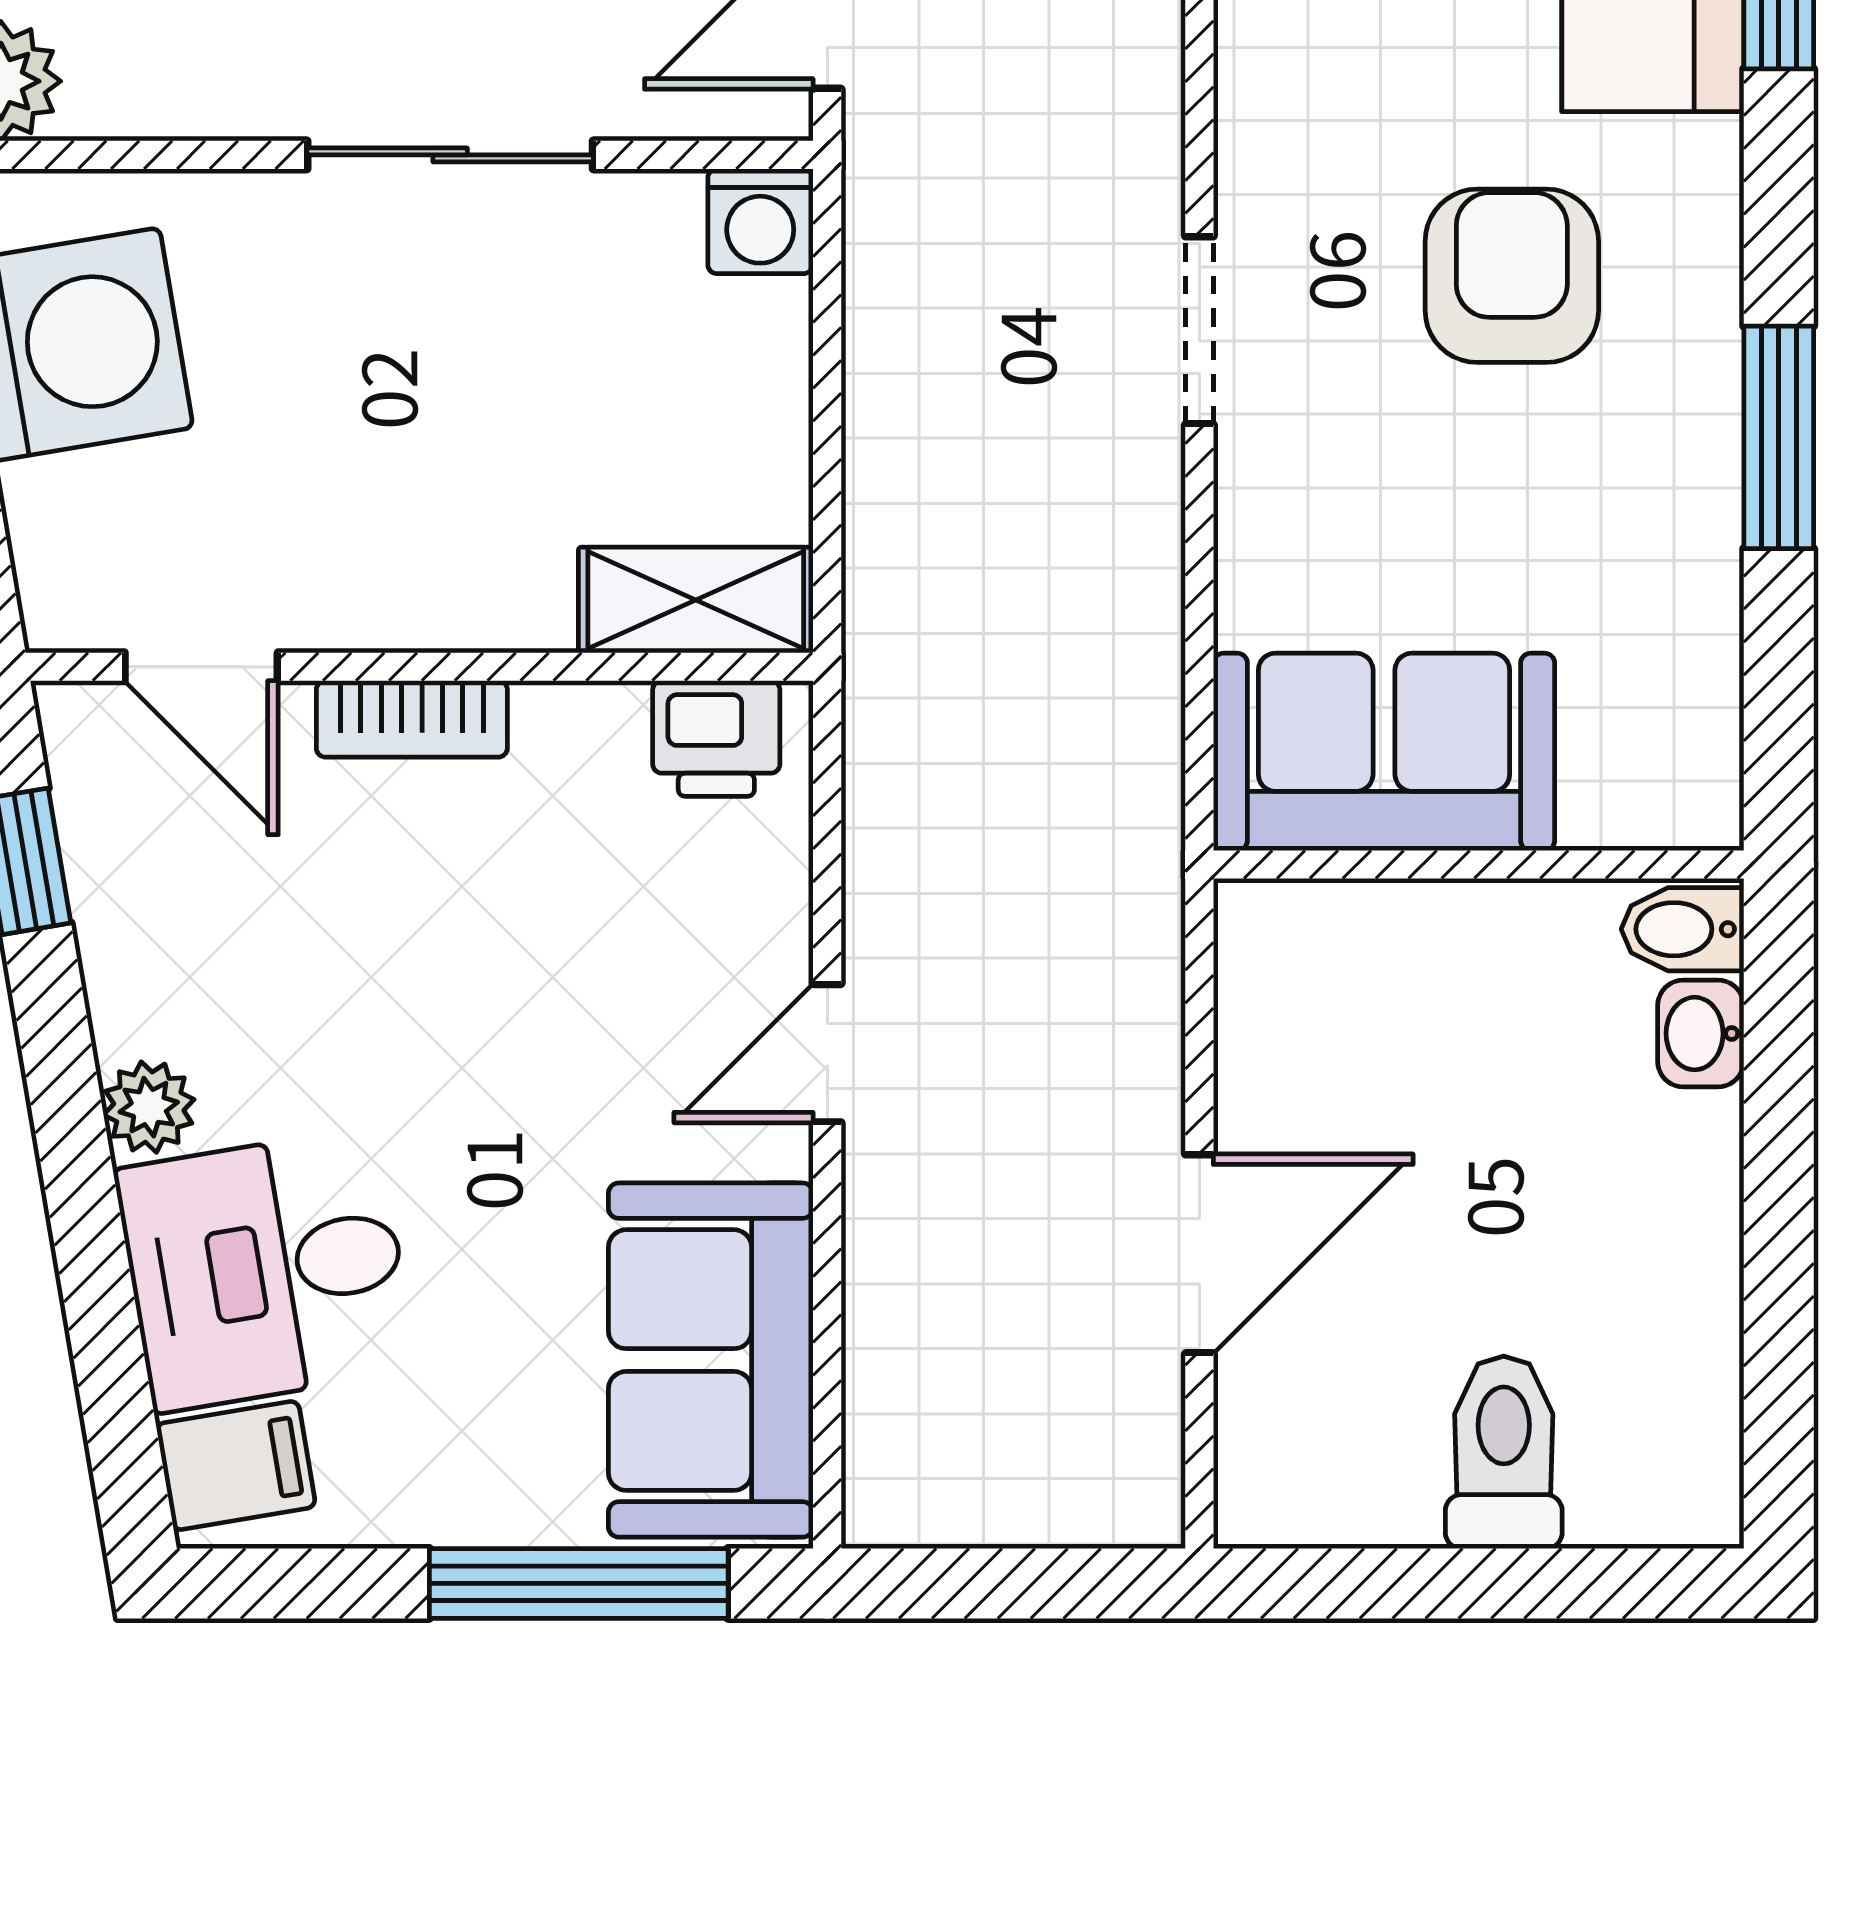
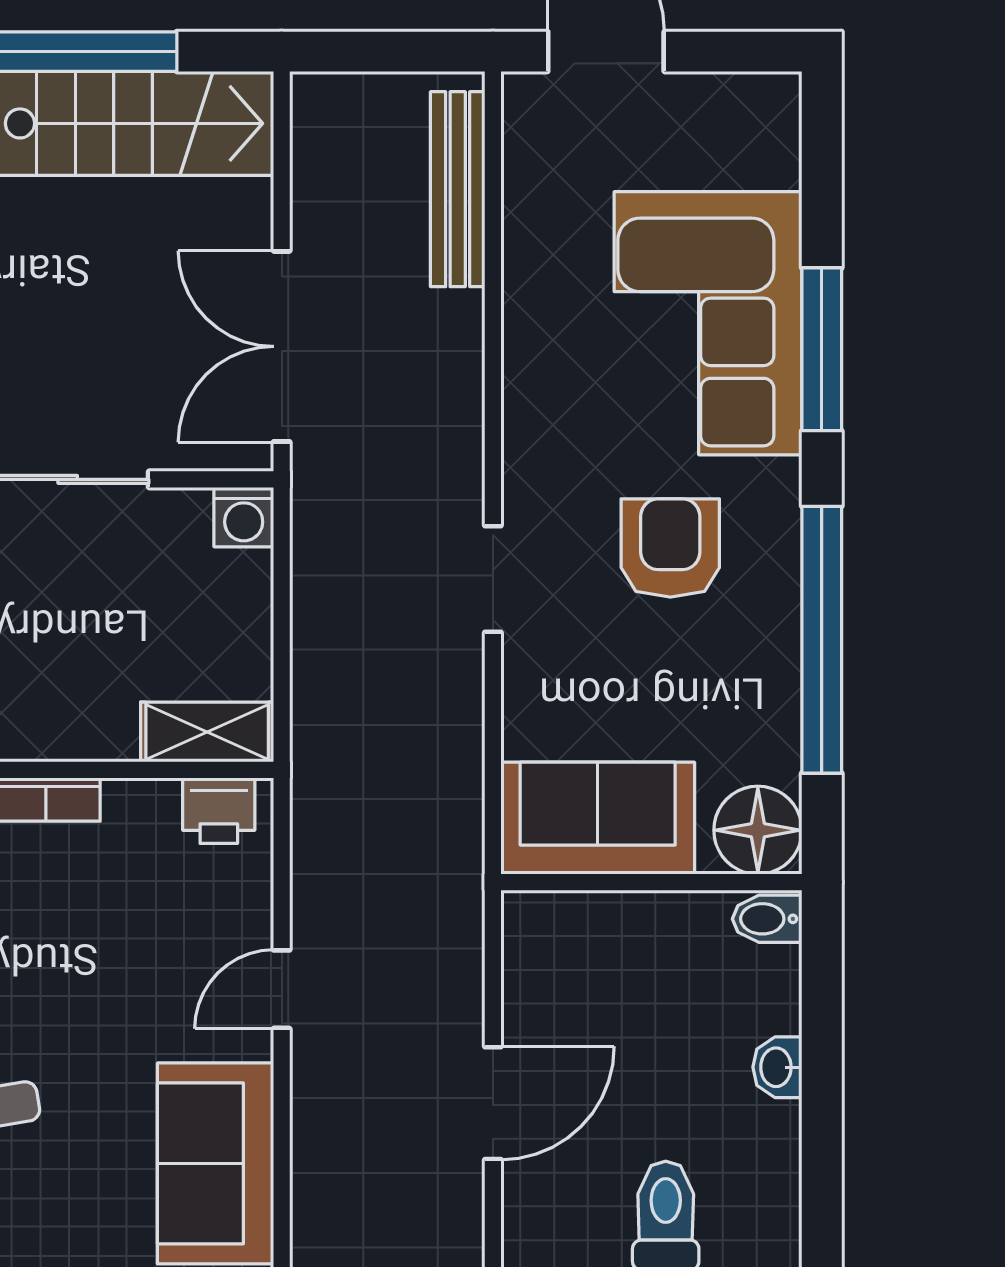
window: (1779, 437) -> (822, 640), width x2.11
floor lamp: (1666, 773) -> (758, 830), added
washbasin: (1701, 1034) -> (777, 1067), moved

